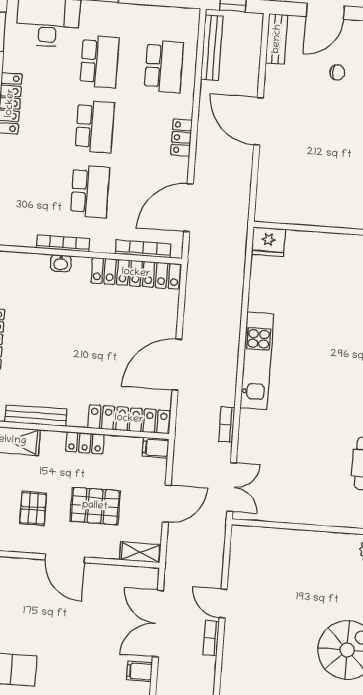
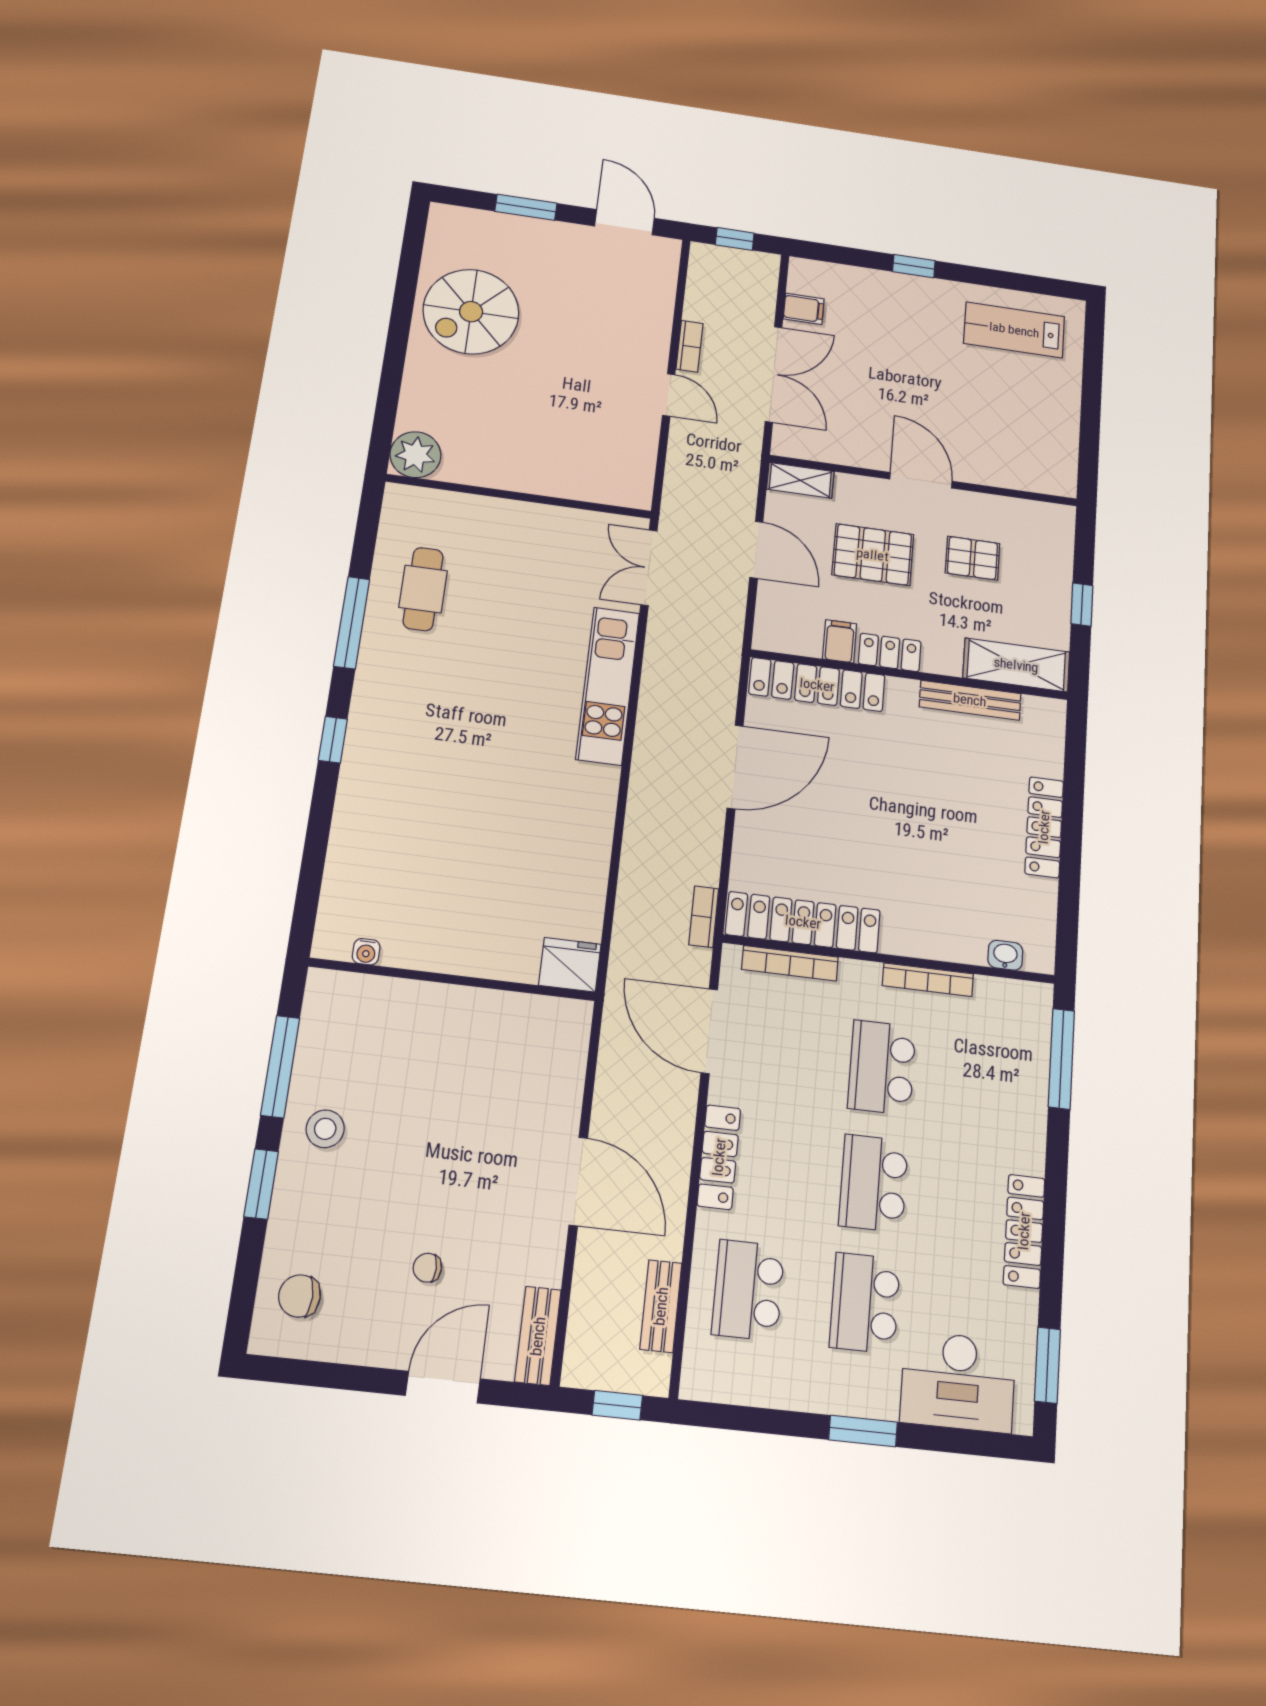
bench: (212, 48) -> (661, 1306), width x0.73
locker: (181, 138) -> (719, 1157), width x1.53
door: (188, 208) -> (709, 1031), swing flipped
washbasin: (61, 263) -> (1005, 955), moved
kitchen unit: (257, 361) -> (608, 686), moved
bookcase: (227, 424) -> (704, 917), moved, turned 180
filing cabinet: (156, 448) -> (840, 641), moved, turned -90
door: (167, 504) -> (756, 550), swing flipped
pallet: (33, 508) -> (972, 558), turned 90

